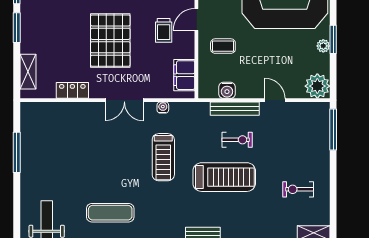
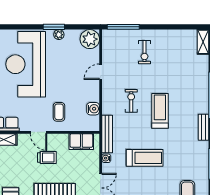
bench: (235, 109) -> (107, 134), moved
treadmill: (224, 177) -> (160, 111), width x0.73, depth x0.73
exercise bike: (298, 189) -> (145, 52), moved

